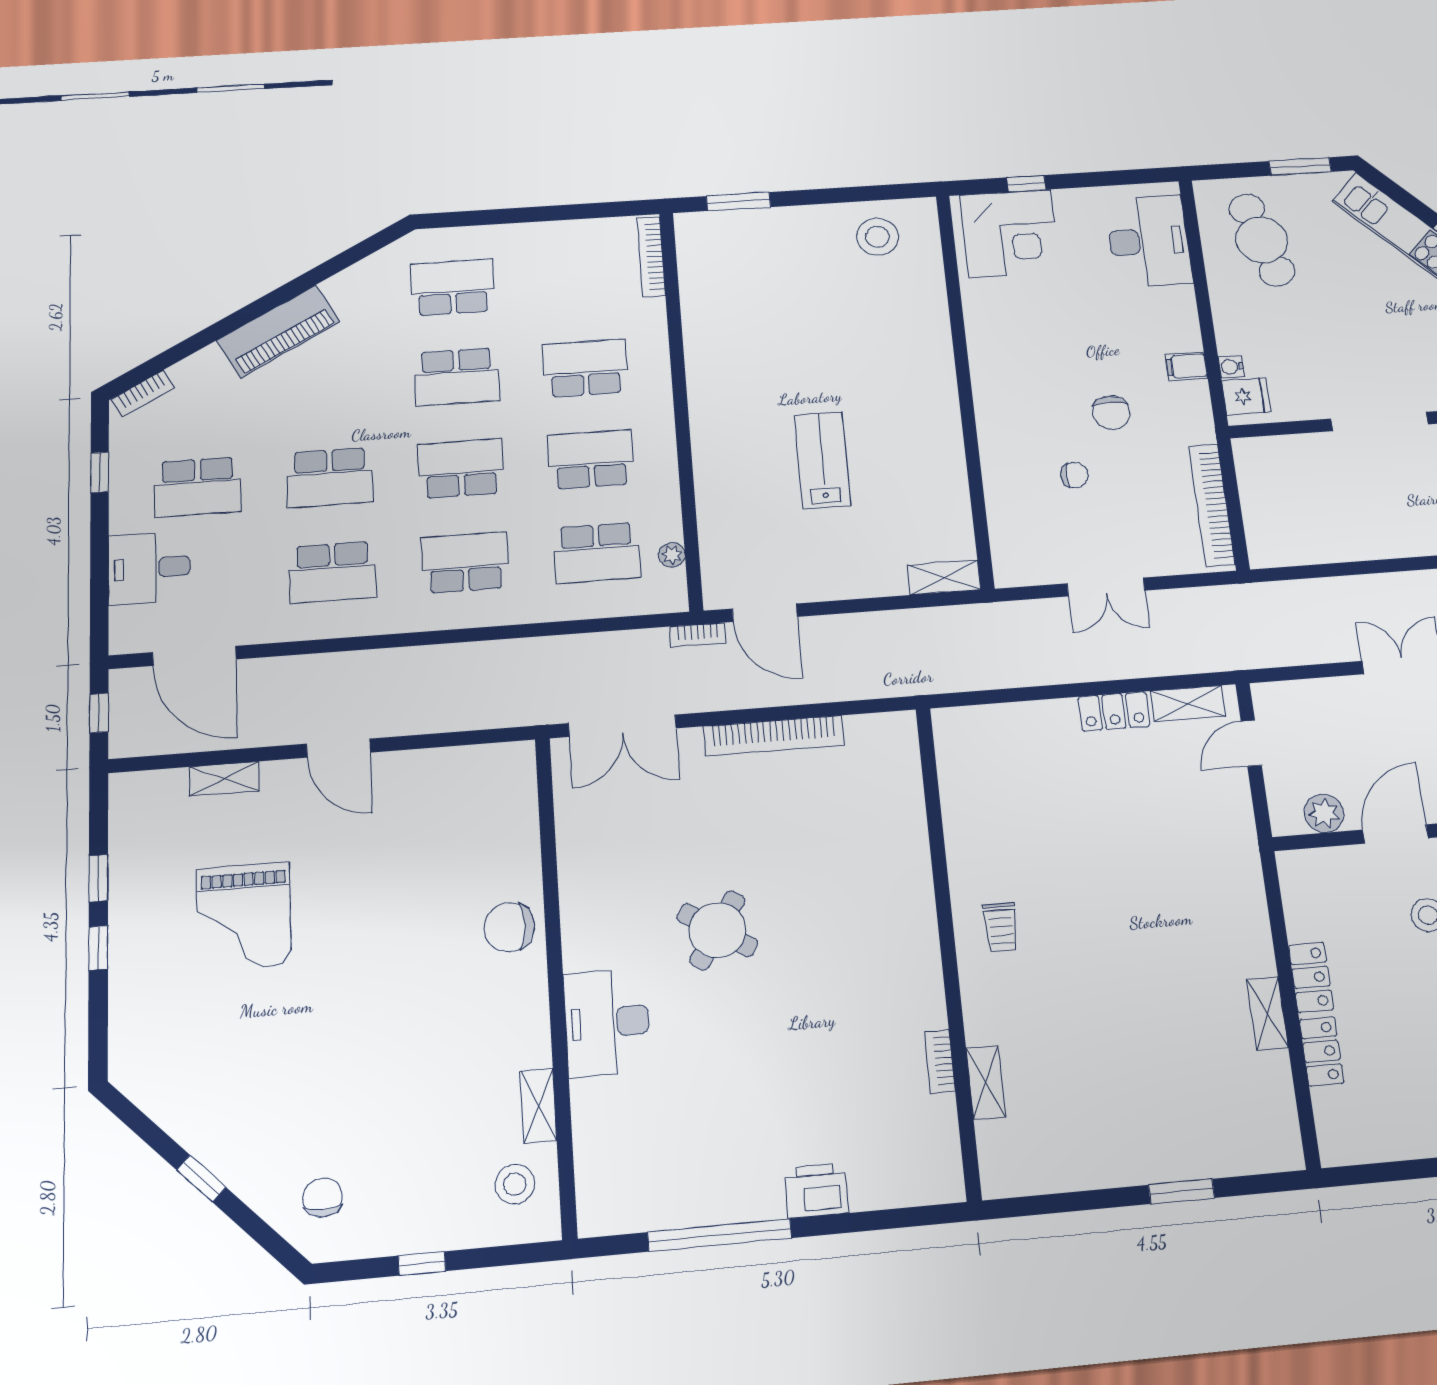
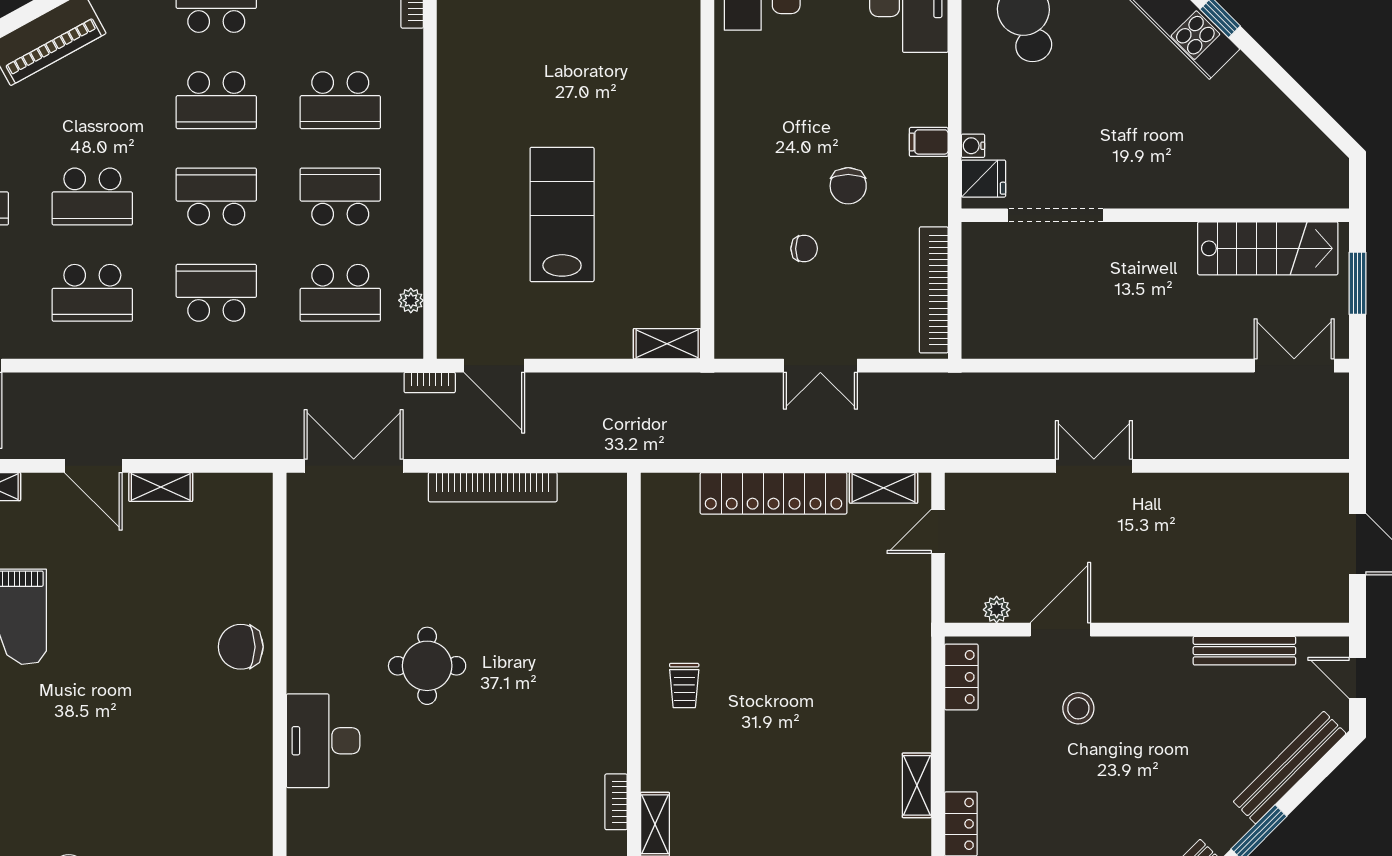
school desk: (585, 368) -> (340, 100), turned 180
doorway: (1380, 421) -> (1055, 215), moved
lab bench: (822, 460) -> (562, 214), width x1.36, depth x1.39
locker: (1114, 711) -> (774, 493), width x2.16, depth x1.21
double door: (622, 726) -> (354, 466), swing flipped
plant: (1324, 813) -> (997, 610), width x0.73, depth x0.73
round table: (717, 930) -> (427, 666), turned -33
locker: (1311, 977) -> (961, 677), moved
shelving: (538, 1106) -> (161, 487), moved, turned 90

